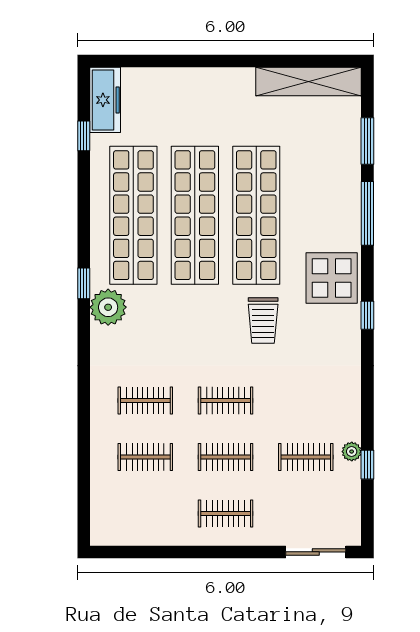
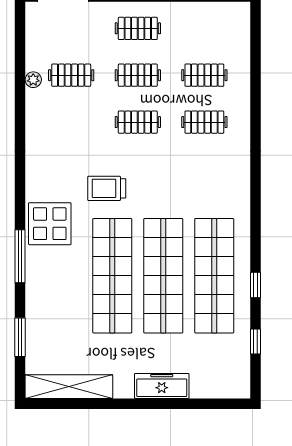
freezer: (105, 100) -> (162, 386), moved, turned 90
window: (367, 213) -> (20, 256), moved
window: (84, 283) -> (255, 285), moved
plant: (108, 307) -> (235, 199), removed
window: (367, 315) -> (20, 193), removed
trolley: (263, 321) -> (107, 188), turned -90
window: (367, 465) -> (20, 69), removed

